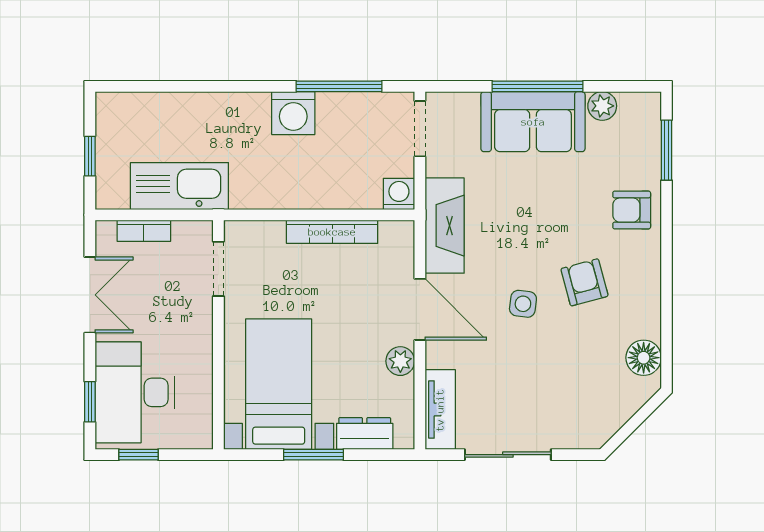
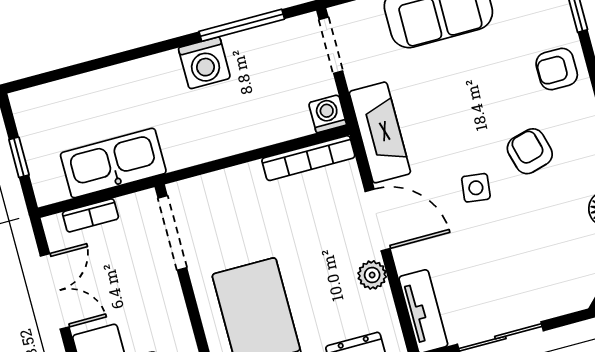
bookcase: (332, 232) -> (308, 158), moved
doorway: (218, 269) -> (172, 233), width x1.38

